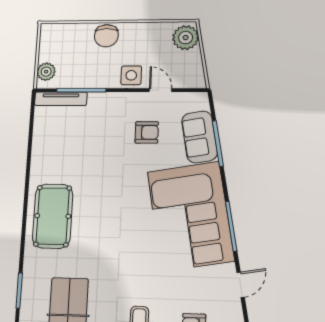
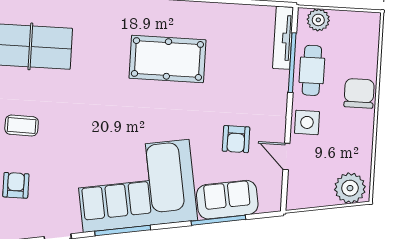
chair: (106, 36) -> (359, 93), turned 90
cafe table: (88, 74) -> (312, 70), added
door: (161, 90) -> (286, 157), swing flipped
pool table: (53, 216) -> (167, 59), moved

